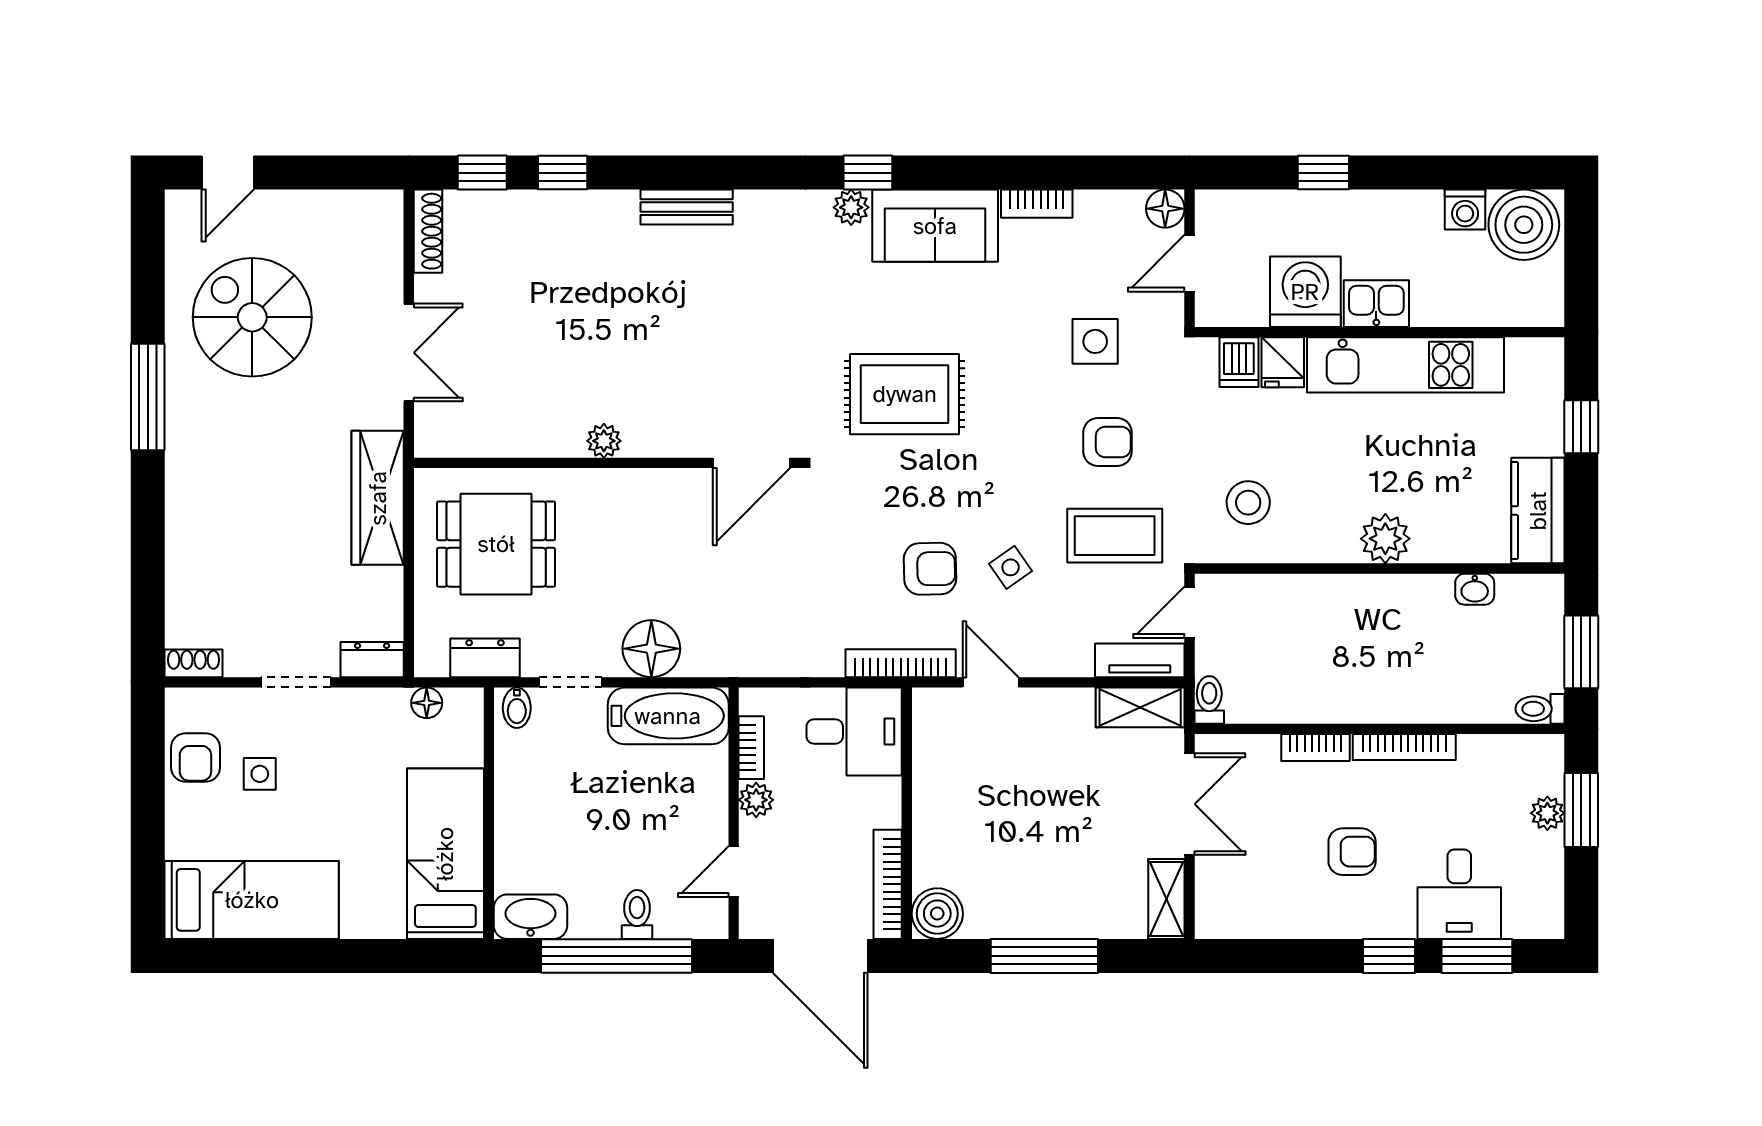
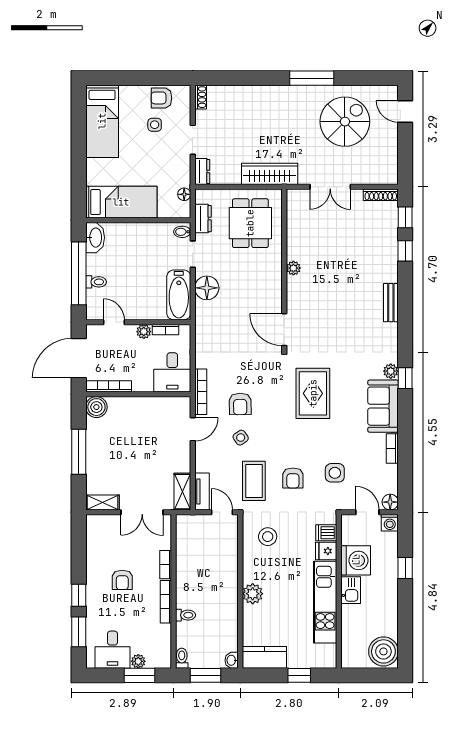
washing machine: (1465, 210) -> (390, 523), moved, turned -90
washbasin: (1475, 589) -> (232, 660), moved
toilet: (1209, 700) -> (185, 615), moved
desk: (1459, 894) -> (112, 650), moved, turned -90

